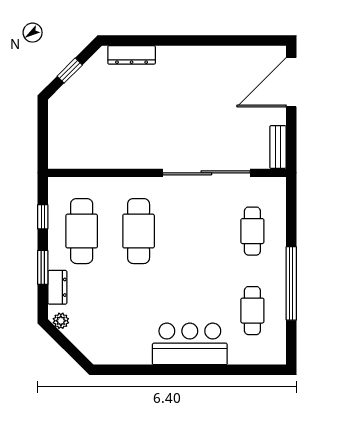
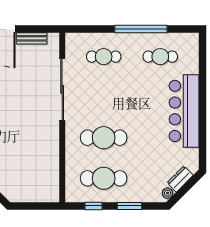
bench: (278, 147) -> (32, 38), moved
dresser: (57, 287) -> (180, 179), moved, turned -45
bar counter: (190, 344) -> (184, 111), width x1.36

